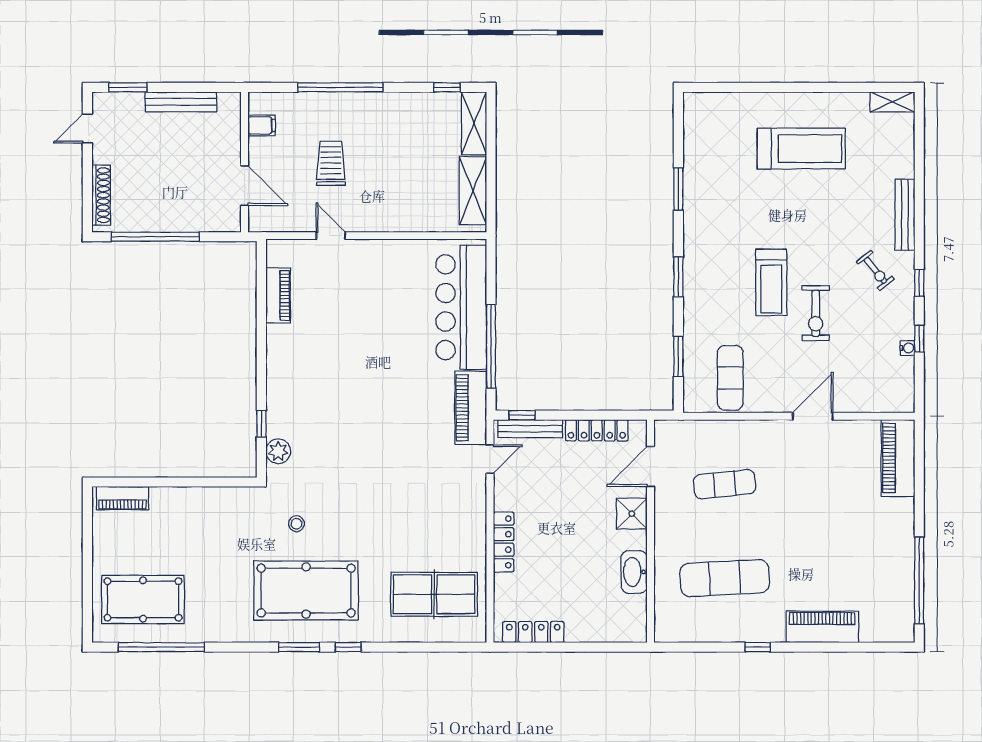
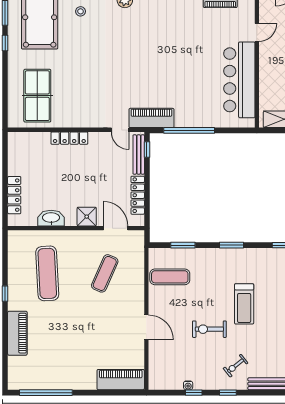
treadmill: (771, 282) -> (244, 304), moved, turned -90
bar counter: (461, 307) -> (239, 80), moved, turned -90
exercise mat: (725, 484) -> (105, 273), turned 30
locker: (533, 632) -> (14, 195), moved

